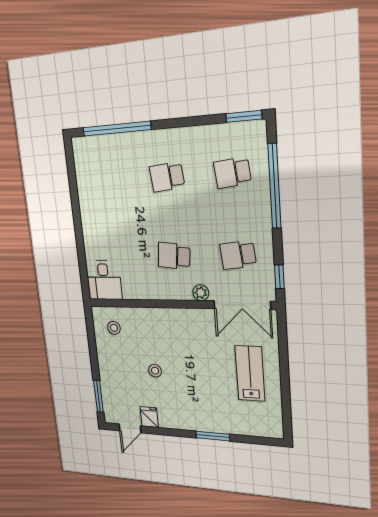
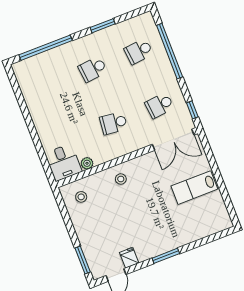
window: (244, 116) -> (103, 26), moved
plant: (201, 293) -> (87, 163), moved
stool: (155, 371) -> (121, 179), moved
lab bench: (250, 373) -> (194, 188), turned -90
window: (213, 436) -> (166, 256), moved

